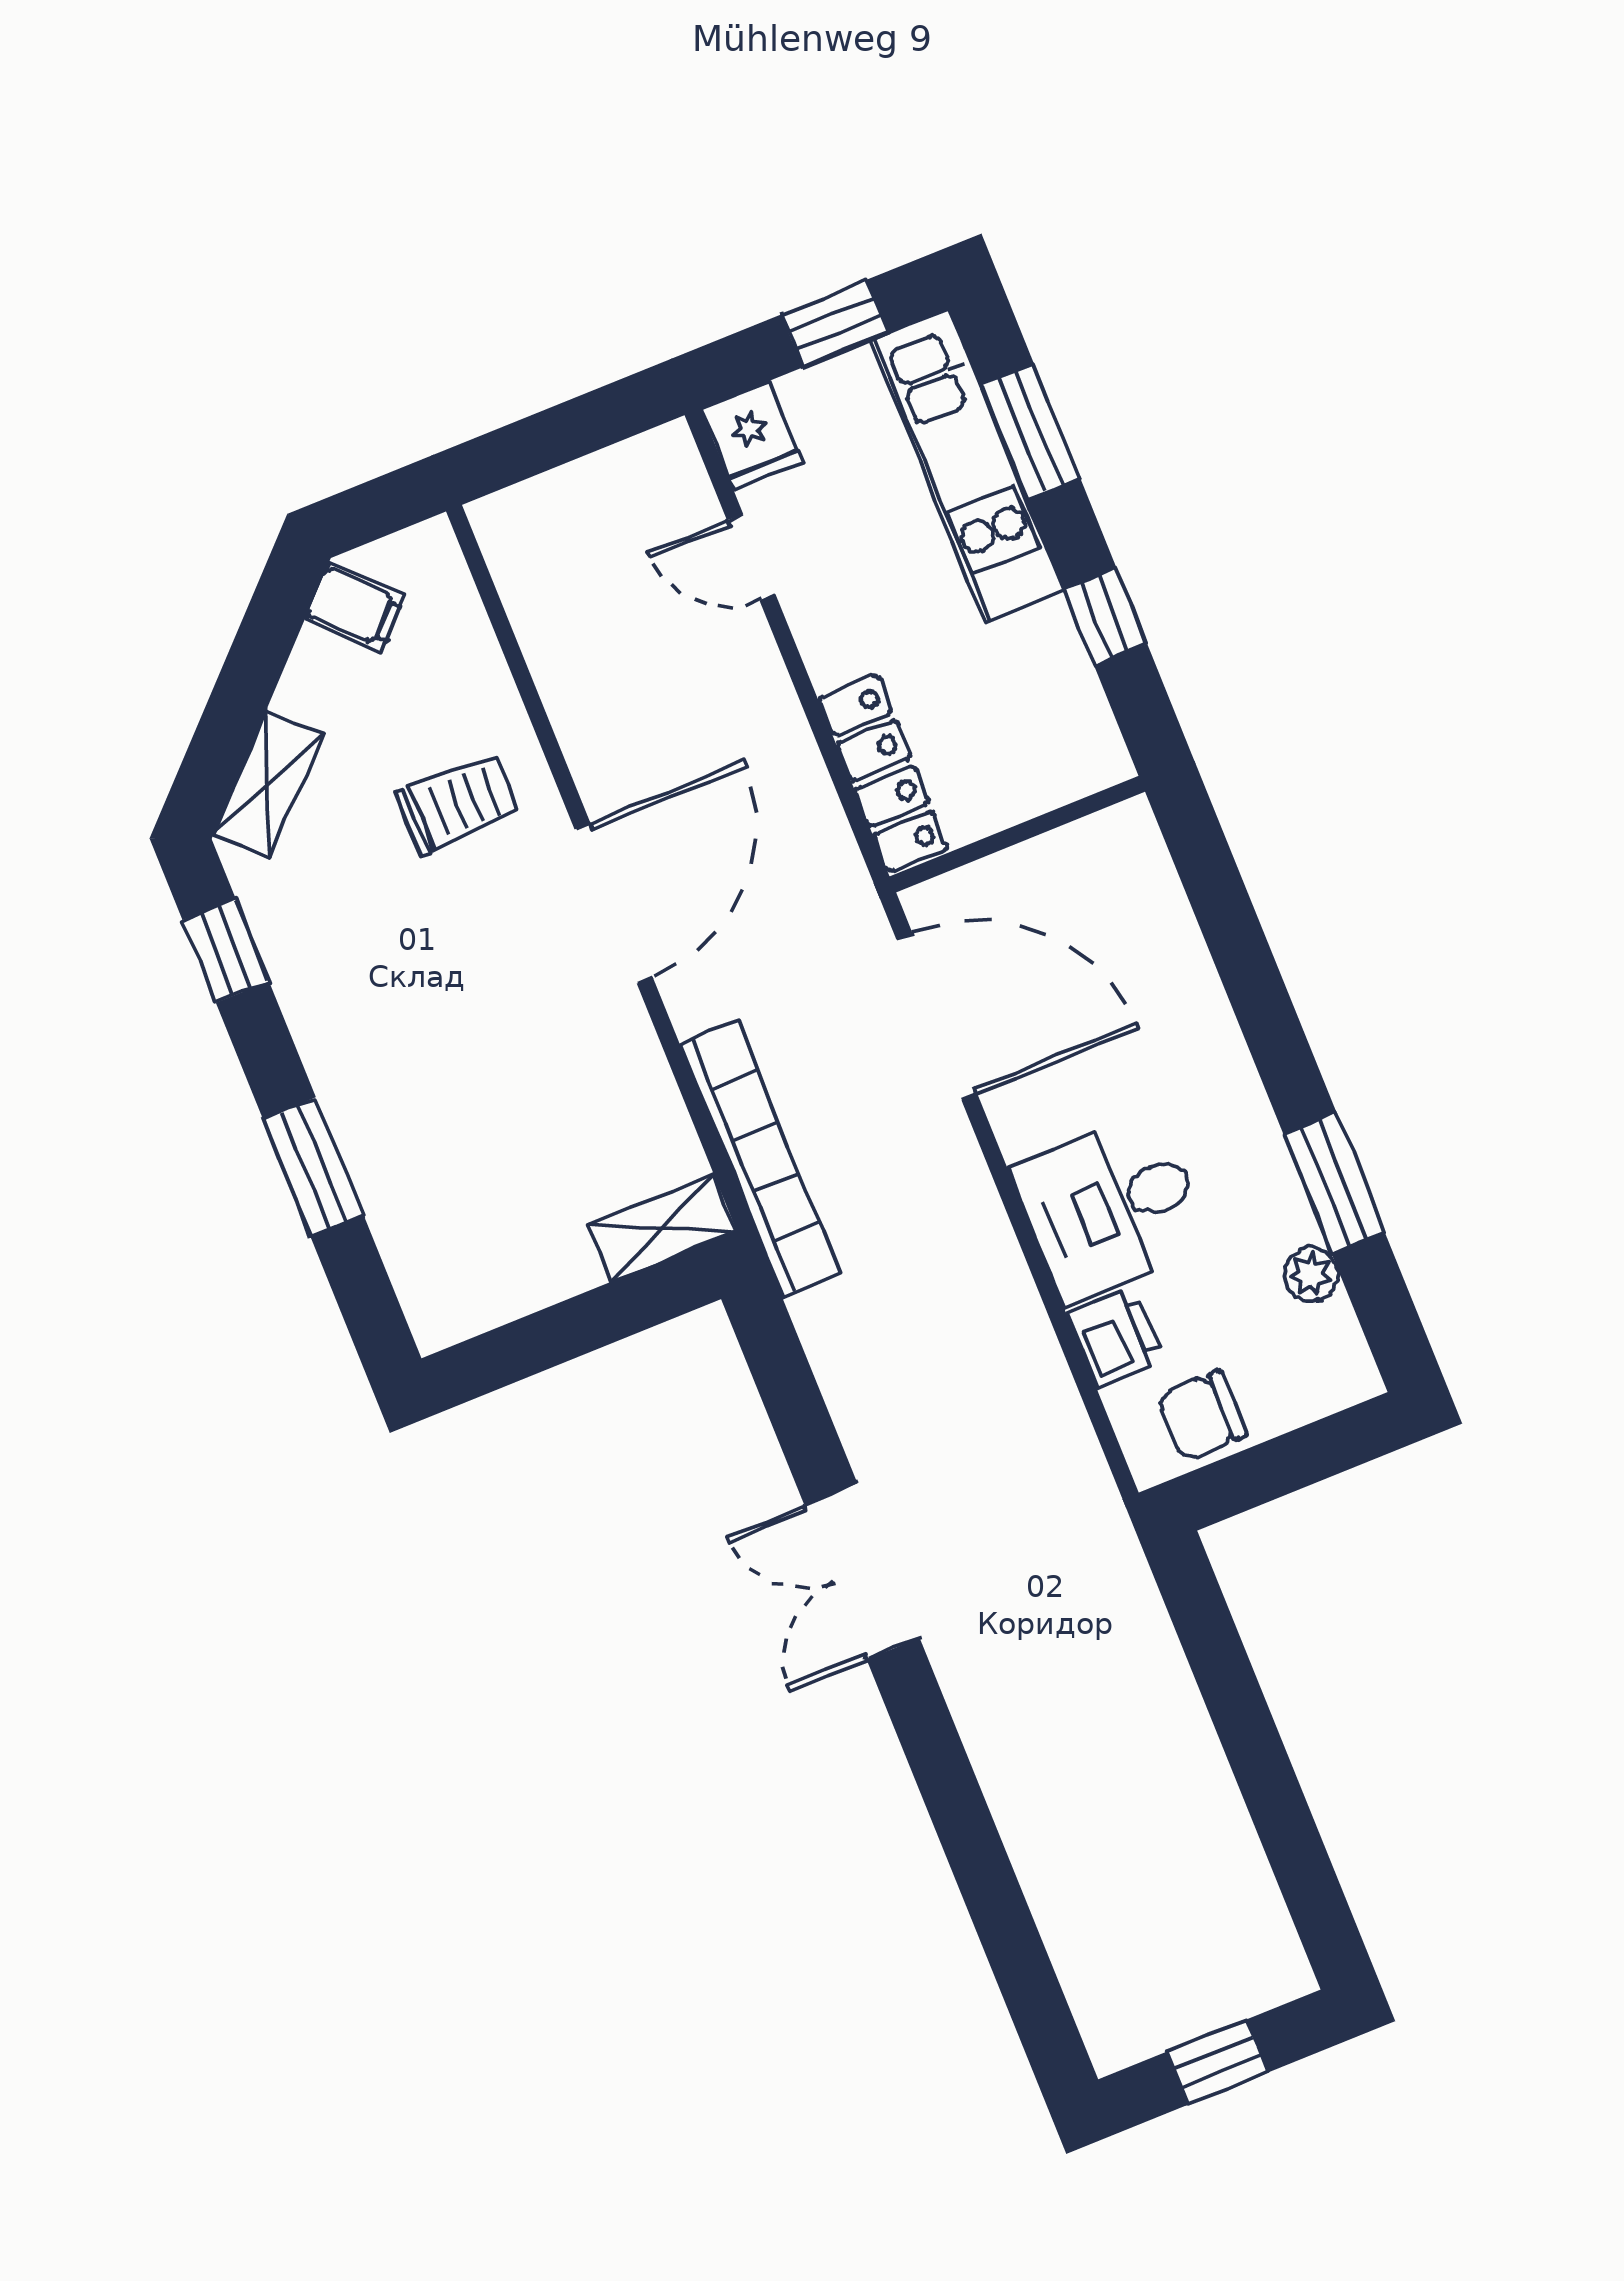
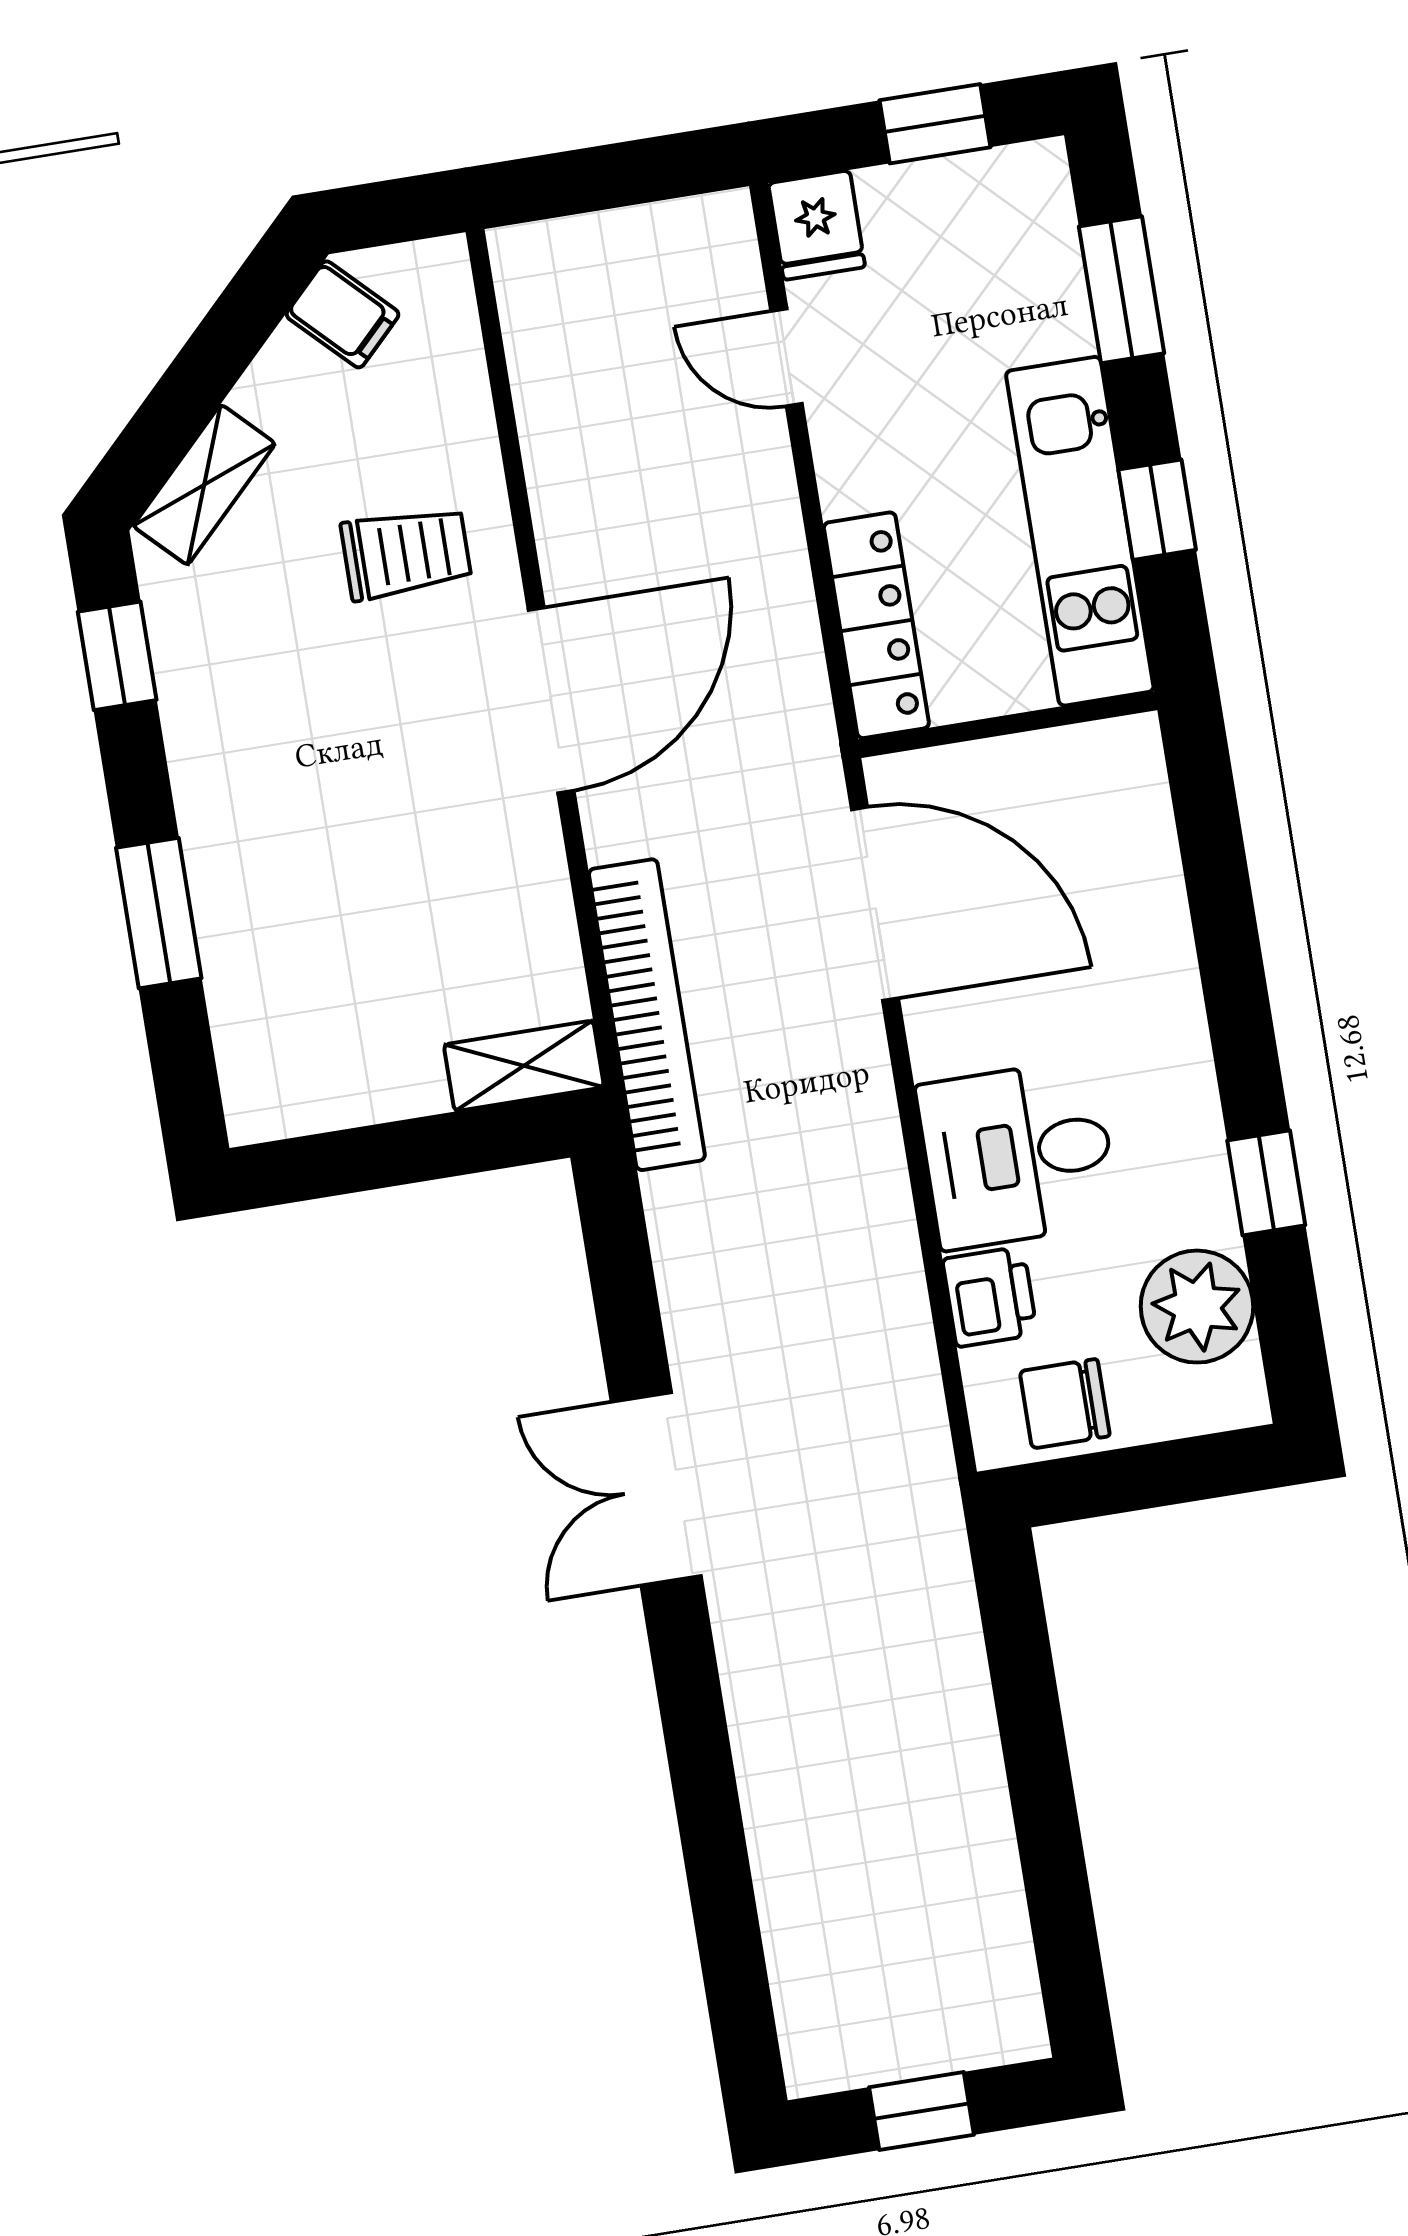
kitchen unit: (967, 465) -> (1080, 531), moved
window: (1334, 1183) -> (1266, 1183), width x0.67
plant: (1311, 1274) -> (1197, 1307), width x1.88, depth x1.88

